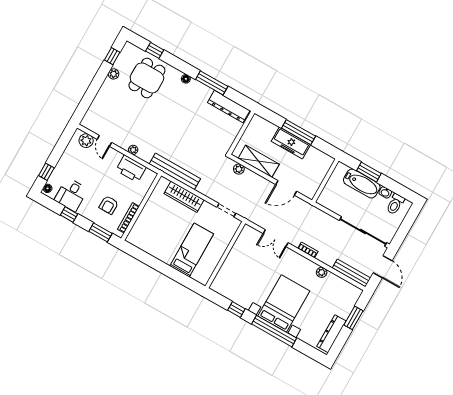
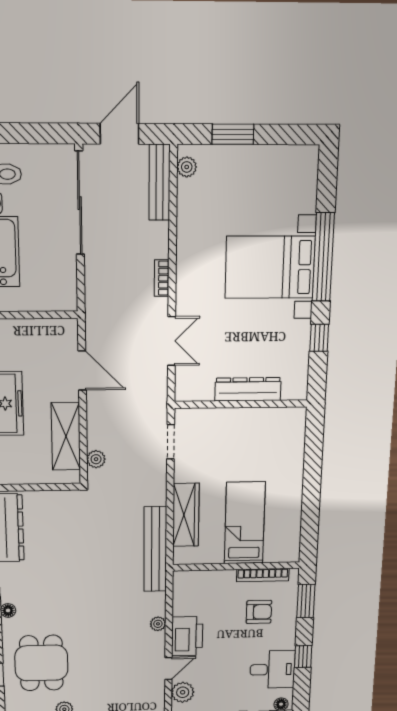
dining table: (147, 78) -> (41, 663), turned 90
printer: (131, 169) -> (187, 636), moved
bed: (192, 250) -> (245, 523), moved, turned 90
plant: (322, 272) -> (187, 167), moved
dresser: (331, 334) -> (248, 389), moved, turned 180

